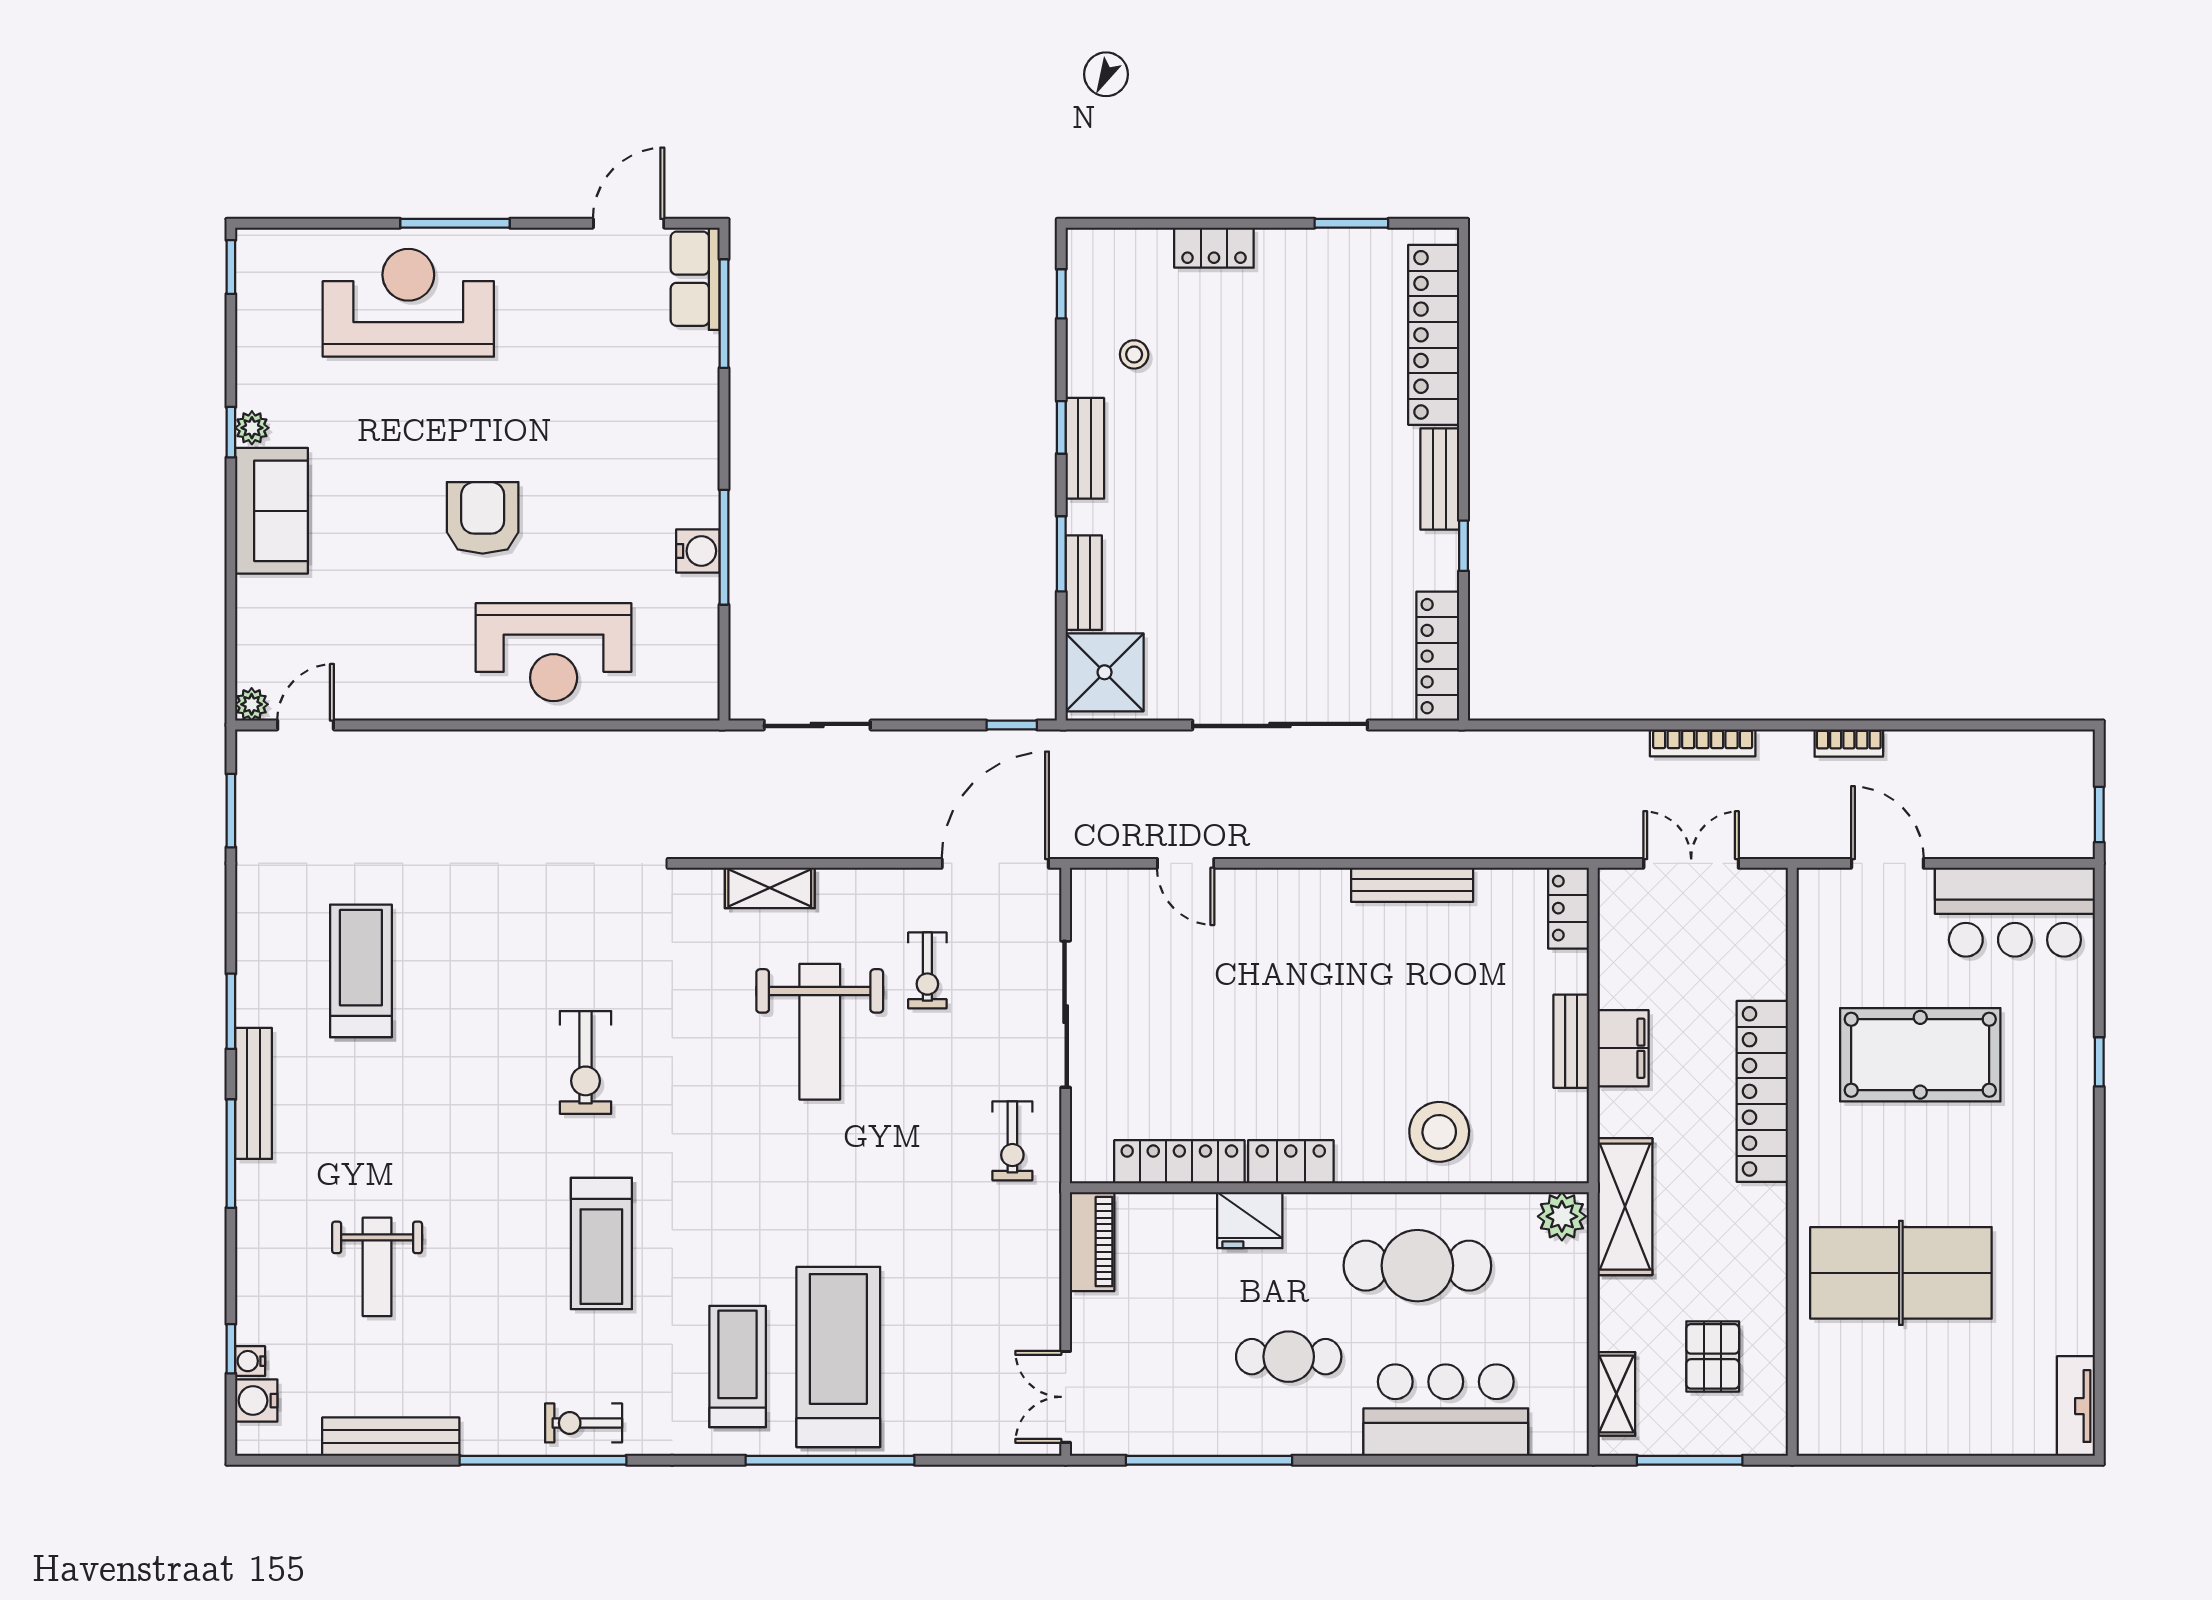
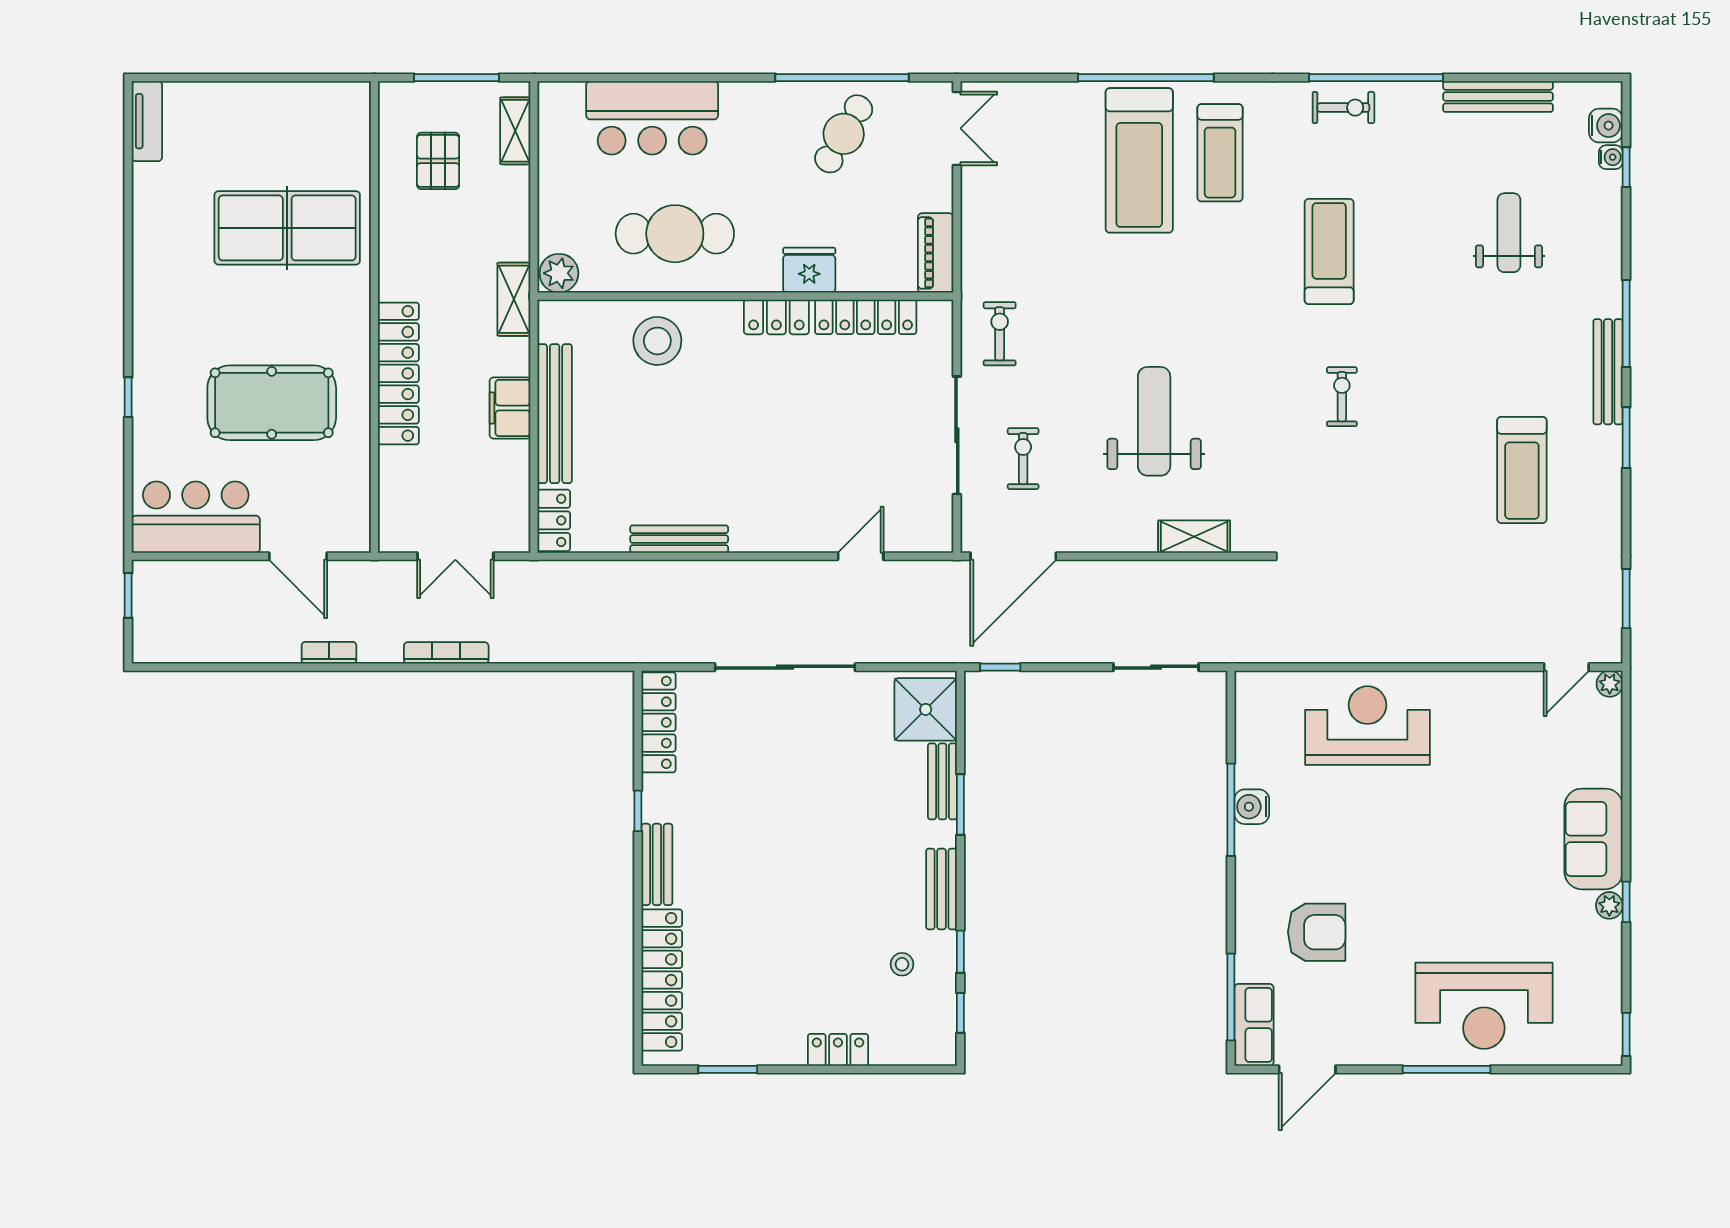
window: (1061, 427) -> (960, 952), moved
armchair: (483, 518) -> (1317, 932), moved, turned -90
door: (1186, 863) -> (861, 556), hinge flipped
exercise bike: (927, 970) -> (1023, 459), moved
bench: (1571, 1041) -> (555, 414), width x1.86, depth x1.21
exercise bike: (586, 1062) -> (1342, 397), width x0.73, depth x0.72
shelving: (1625, 1207) -> (514, 299), width x0.67, depth x0.75
cafe table: (1289, 1357) -> (844, 134), moved, turned -60

